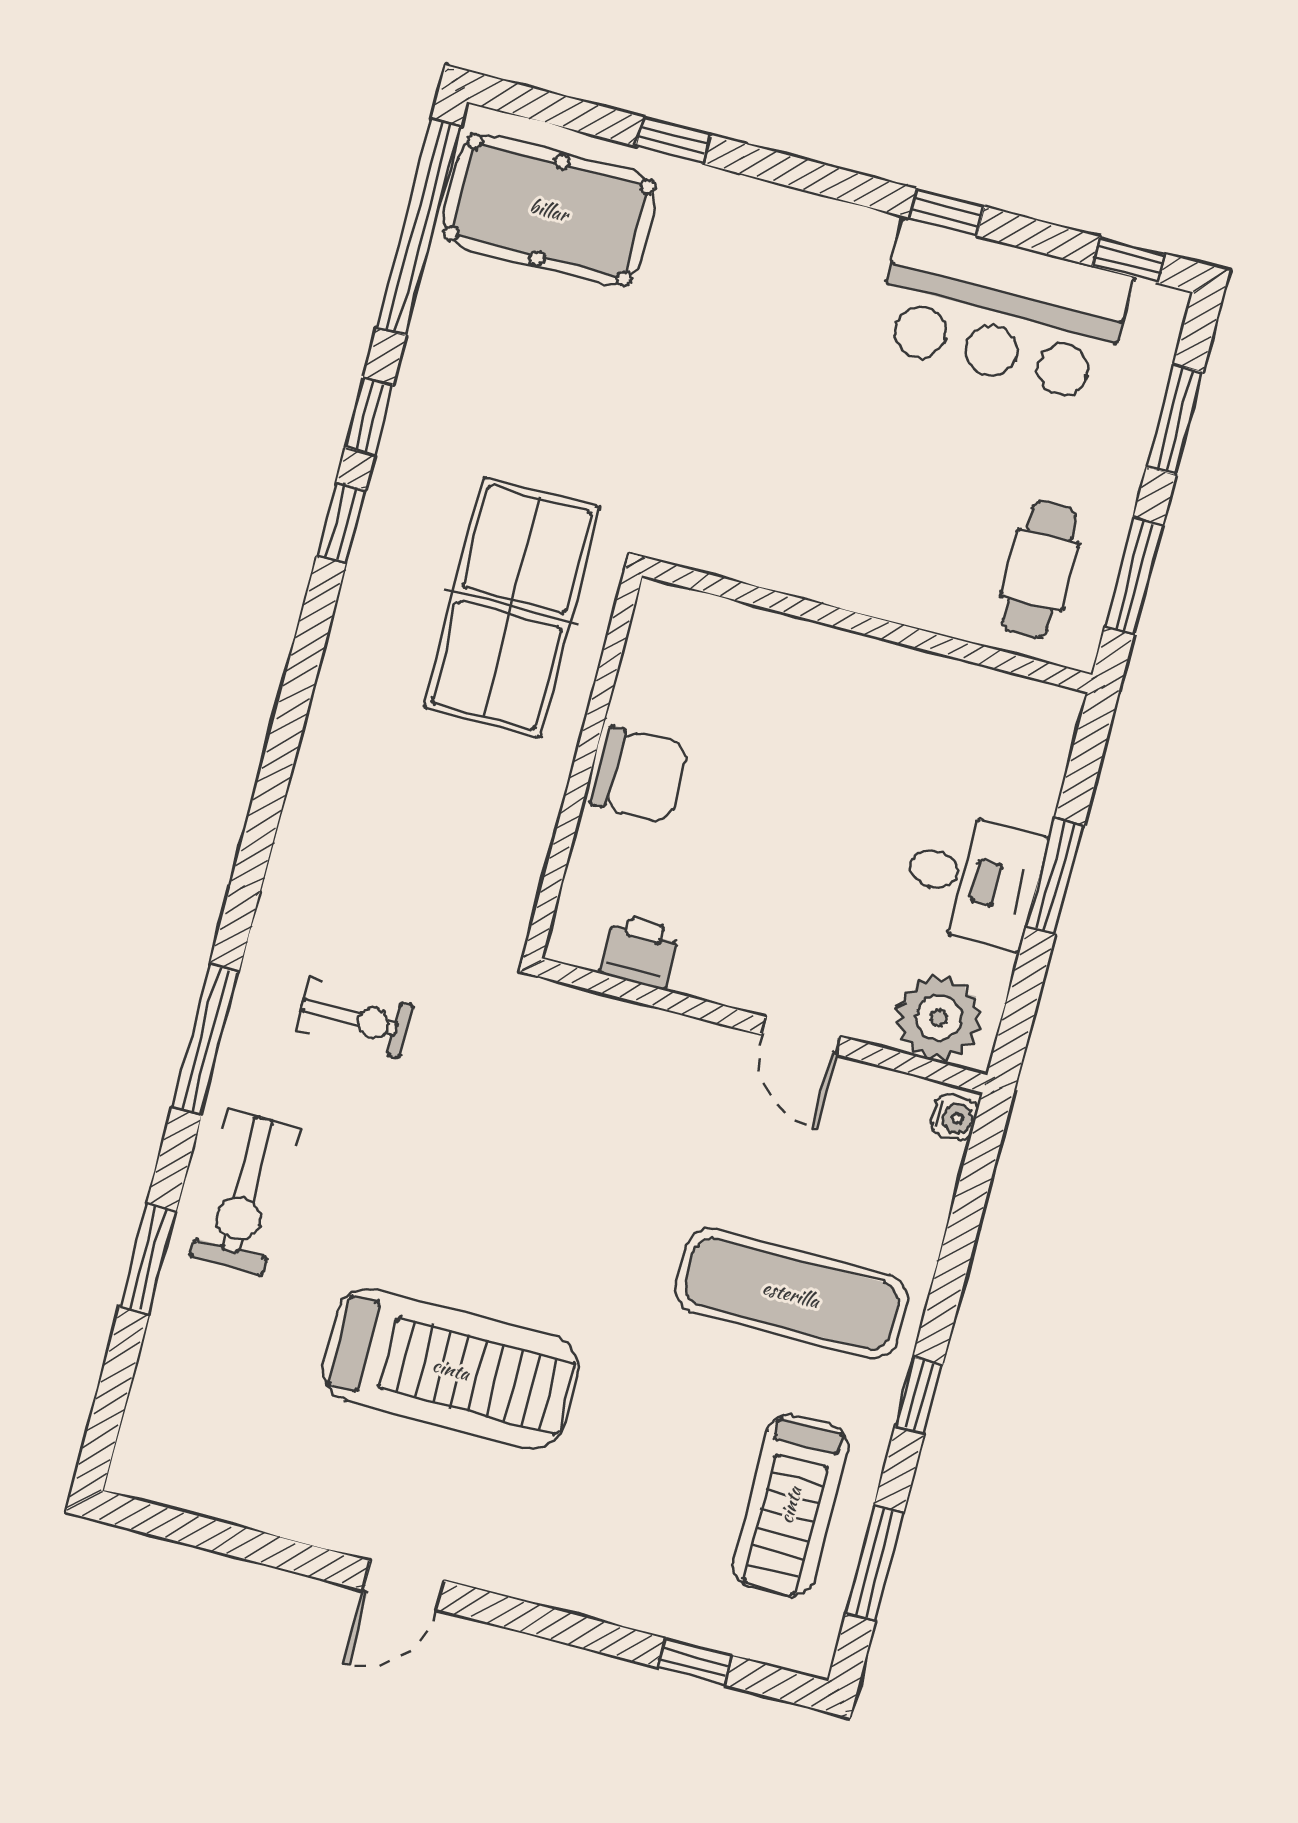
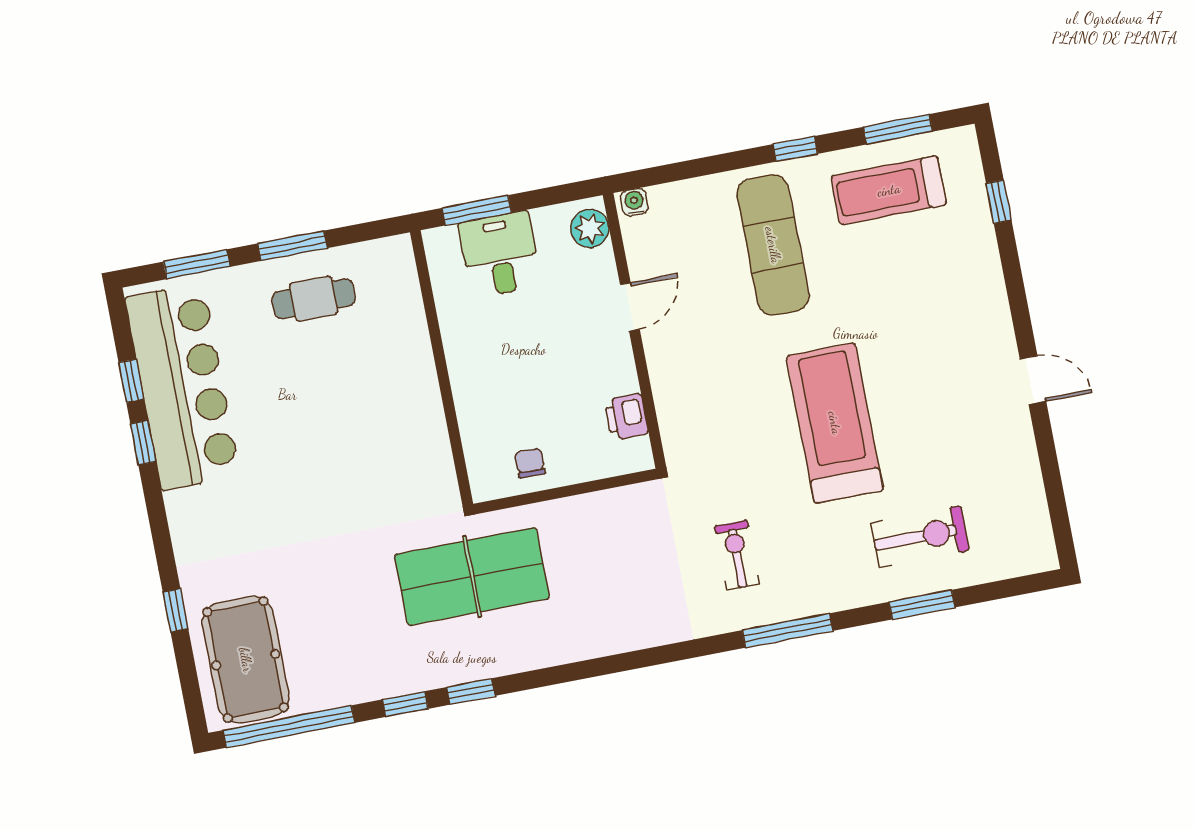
window: (1129, 260) -> (131, 381), moved
bar counter: (1002, 311) -> (182, 387), width x1.36
wall: (867, 625) -> (442, 368), moved
chair: (640, 775) -> (530, 463), width x0.54, depth x0.54
plant: (939, 1018) -> (590, 228), width x0.73, depth x0.73
exercise bike: (246, 1192) -> (920, 537), moved
treadmill: (451, 1369) -> (835, 423), moved
treadmill: (790, 1505) -> (889, 190), turned 180

